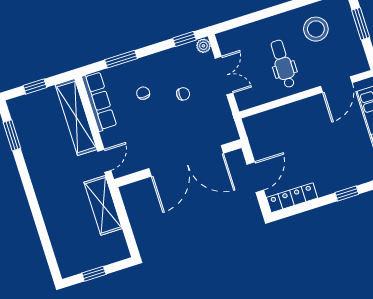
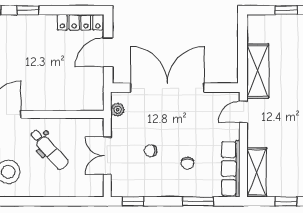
plant: (203, 46) -> (118, 110), moved
dental chair: (283, 64) -> (49, 149), turned -42
shelving: (76, 117) -> (257, 172), width x0.68

